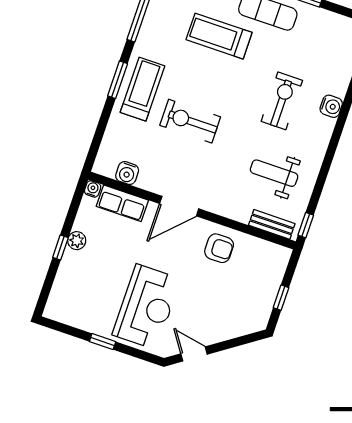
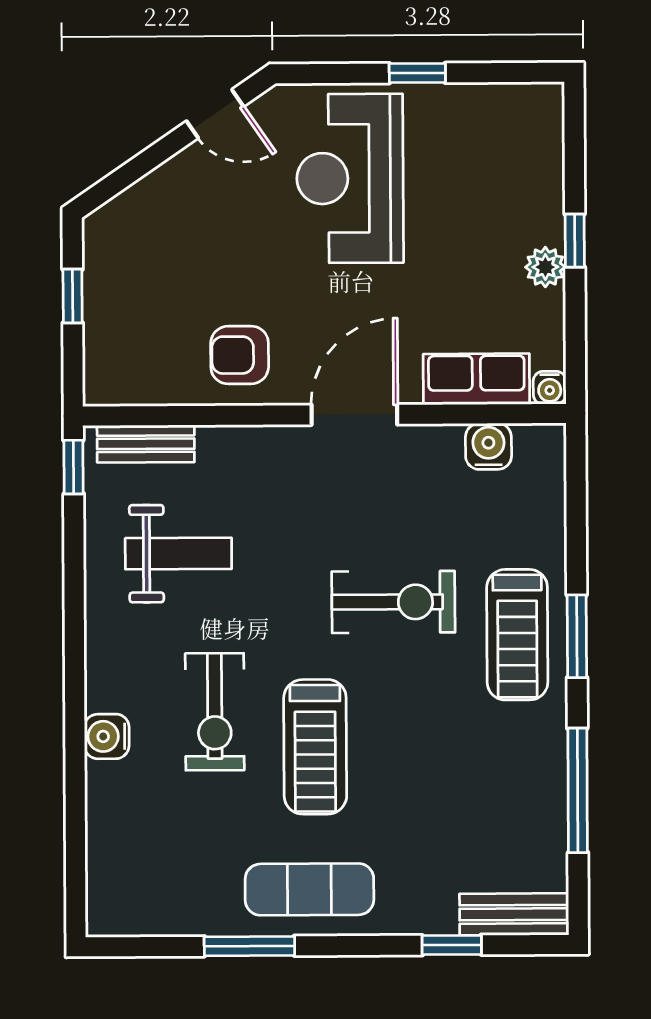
treadmill: (219, 36) -> (315, 747), moved, turned 90

